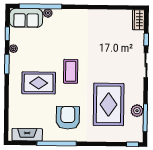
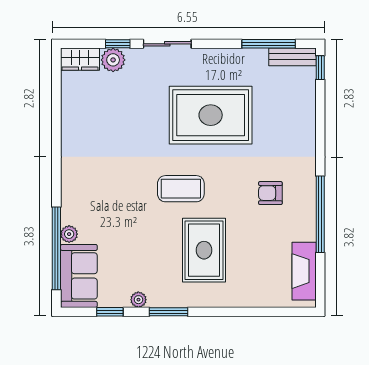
rug: (109, 104) -> (211, 115), moved
plant: (137, 111) -> (113, 60), moved
armchair: (68, 118) -> (270, 193), width x0.53, depth x0.53
bench: (138, 130) -> (292, 57), added

